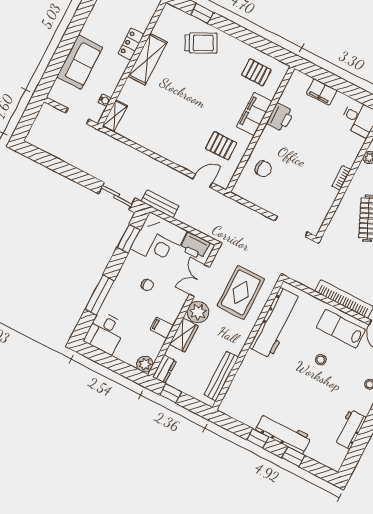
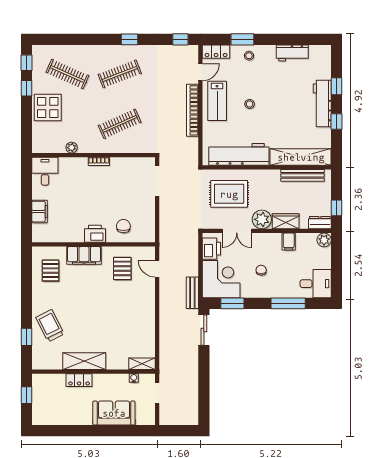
printer: (280, 117) -> (95, 234), moved
shelving: (241, 384) -> (301, 157), added

